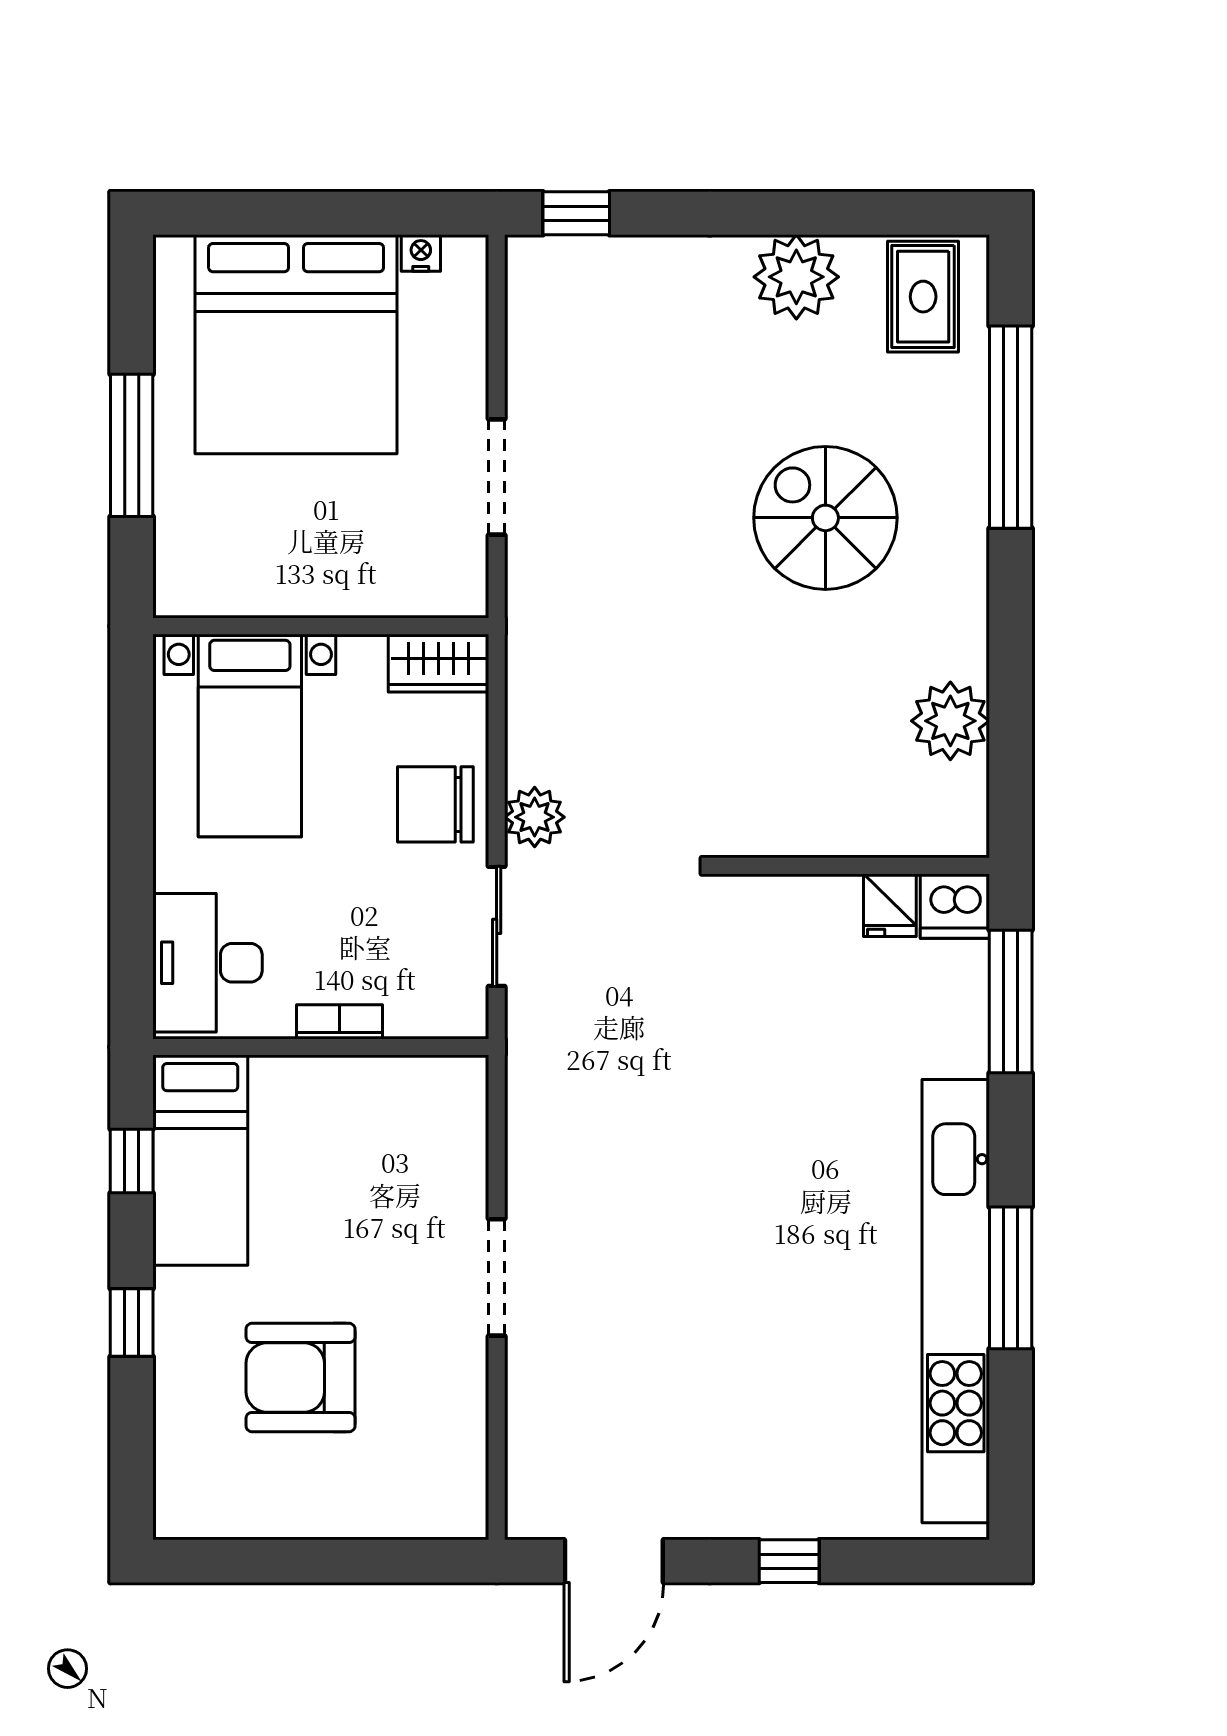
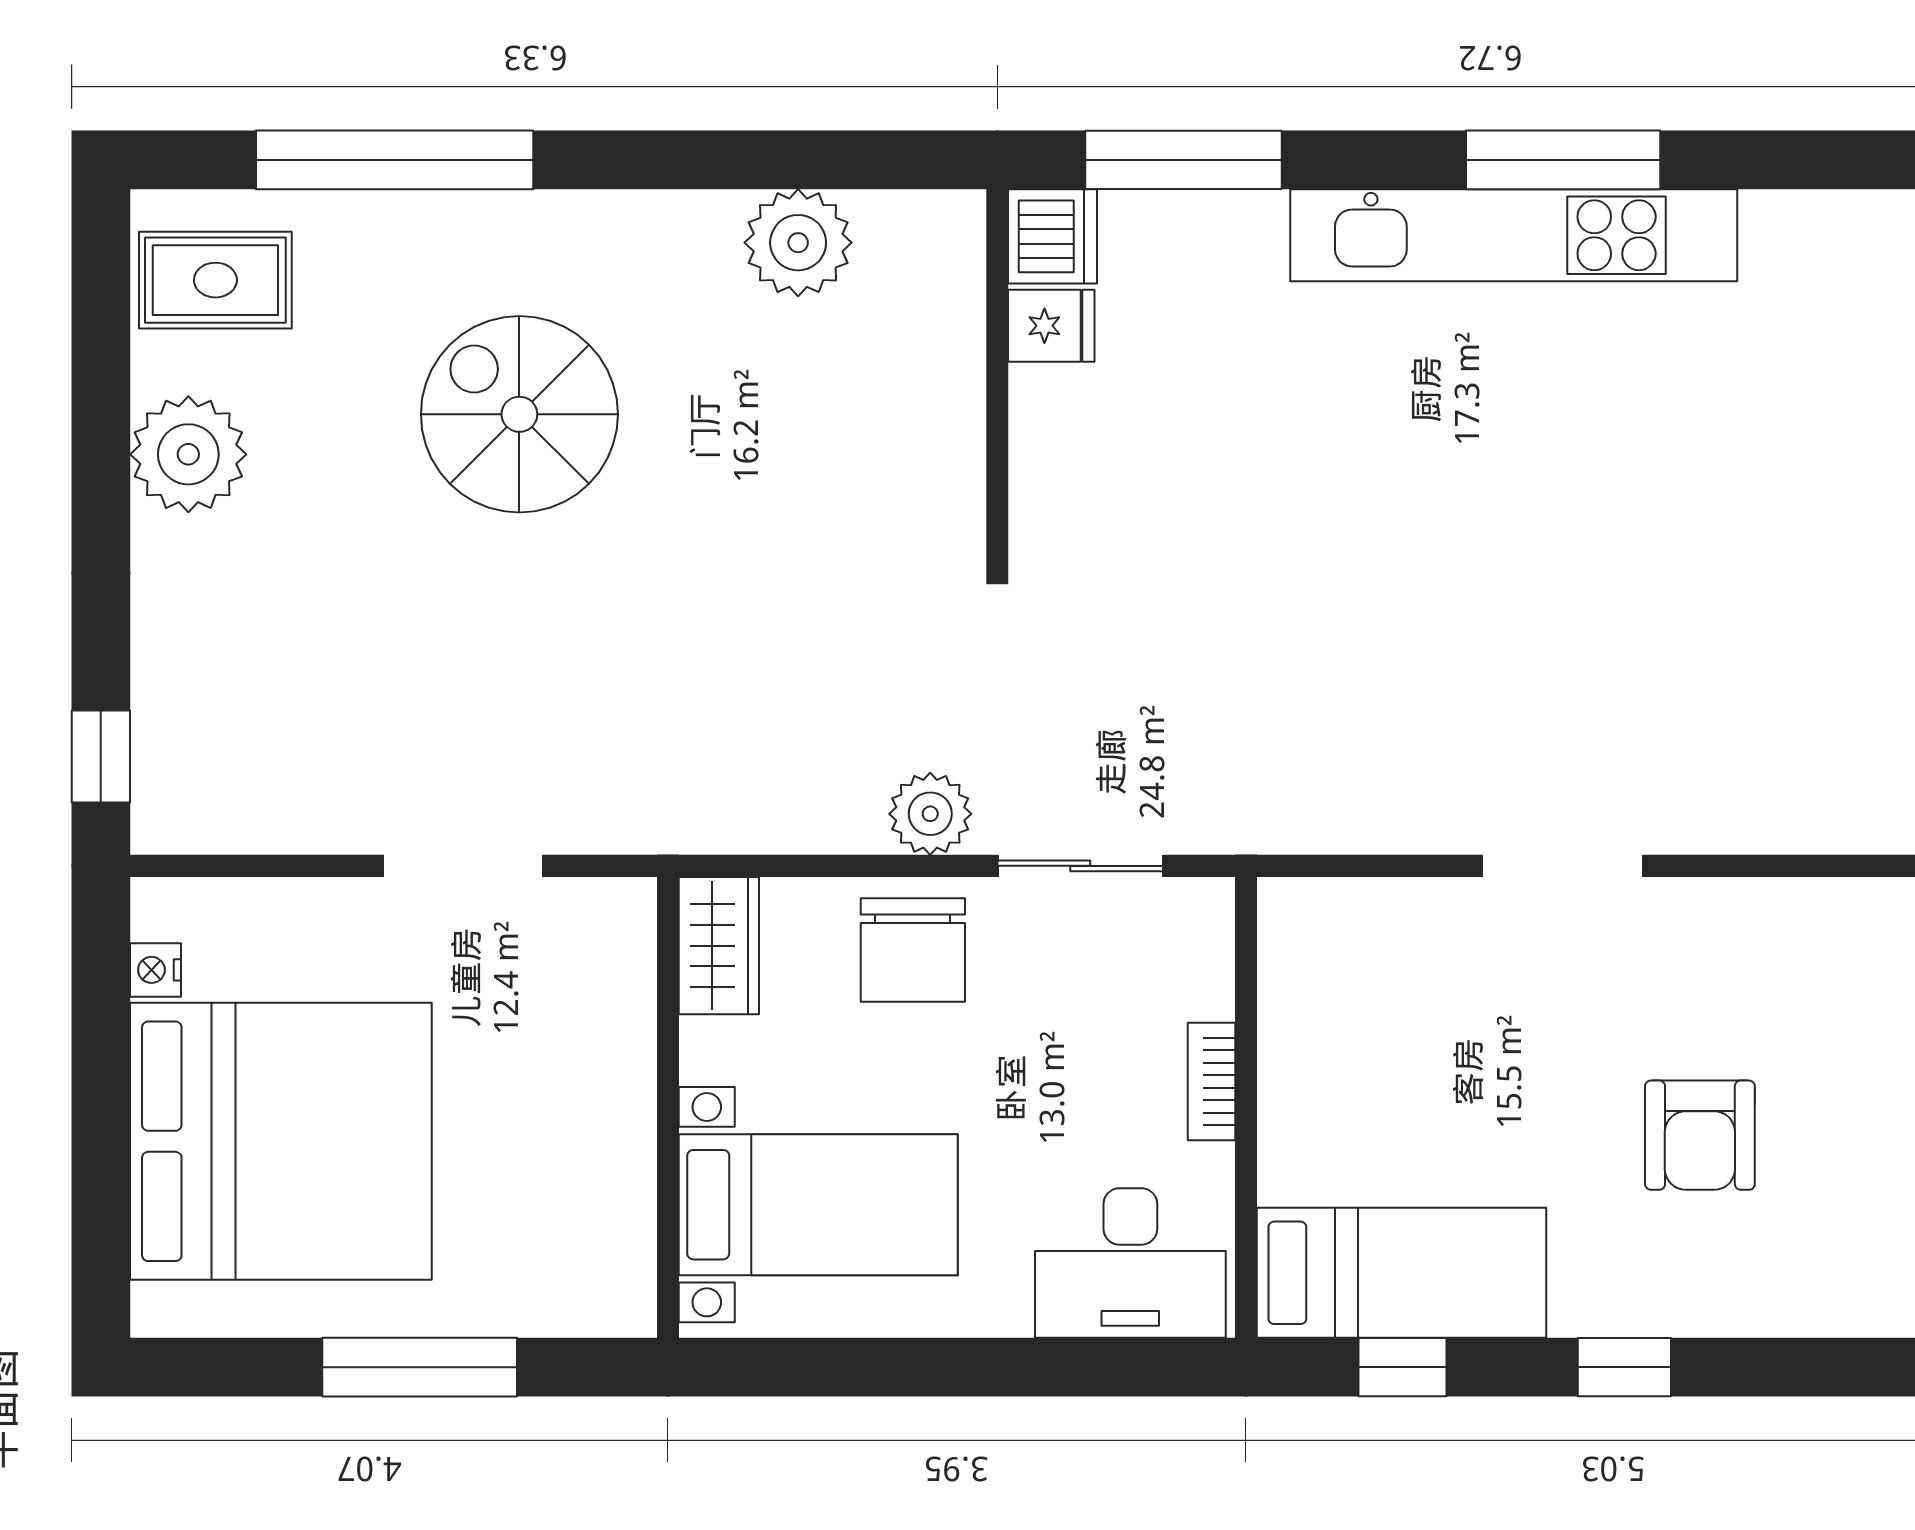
spiral stairs: (825, 518) -> (519, 414), turned 90
kitchen unit: (956, 1301) -> (1514, 235), width x0.73
armchair: (301, 1377) -> (1700, 1135), width x0.73, depth x0.73

